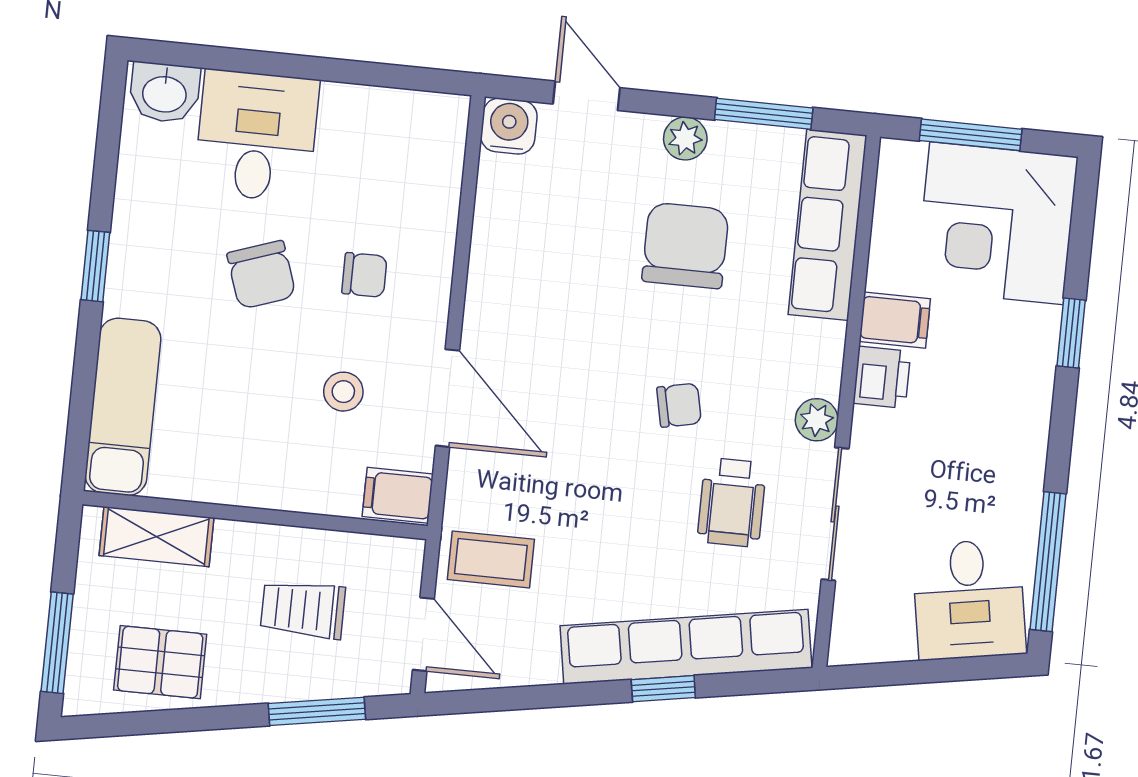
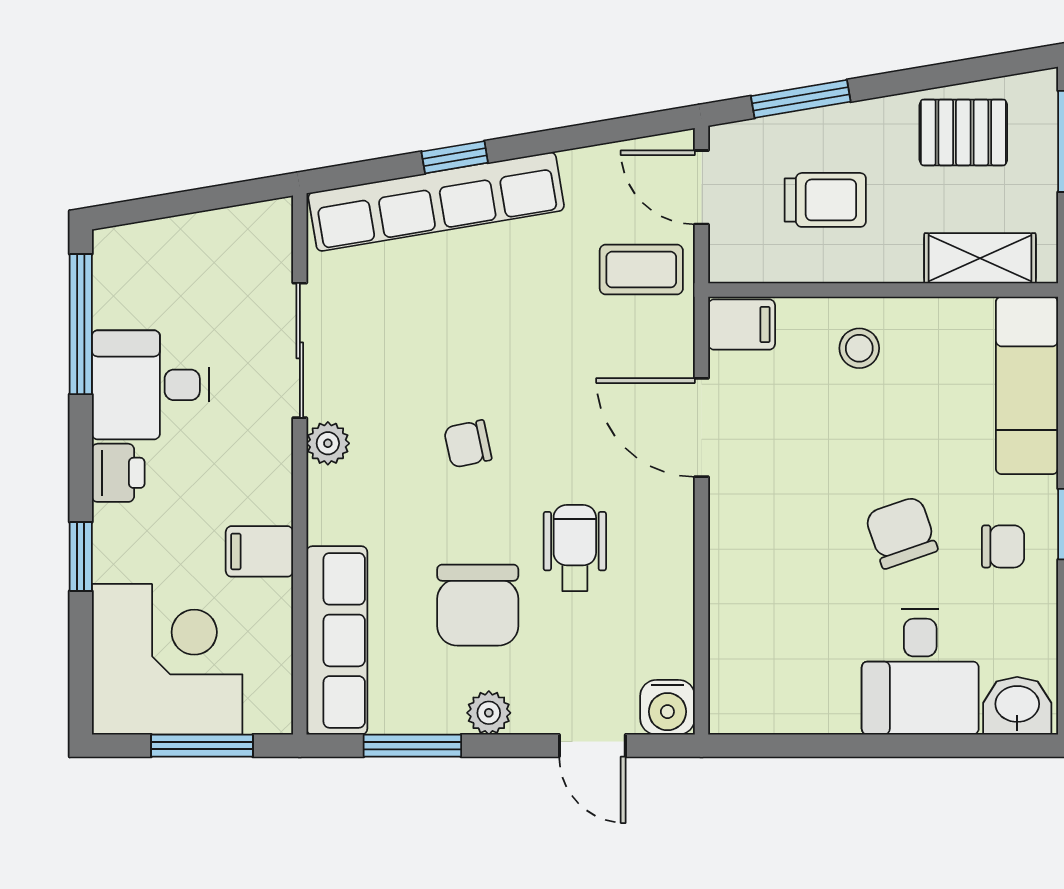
chair: (364, 275) -> (1003, 546), moved, turned 180
printer: (882, 377) -> (118, 473), moved, turned 180
stool: (343, 392) -> (859, 348), moved
wheelchair: (732, 502) -> (575, 548), moved
desk: (969, 599) -> (151, 385), moved, turned -80

